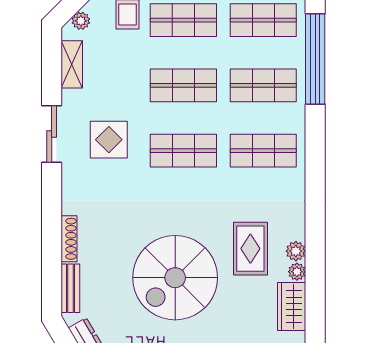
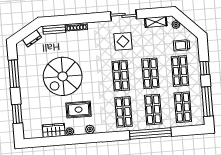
window: (315, 59) -> (150, 133), moved
plant: (296, 251) -> (90, 129), moved
spiral stairs: (175, 278) -> (63, 76), turned -90

